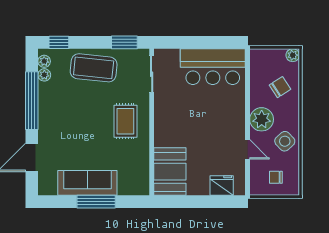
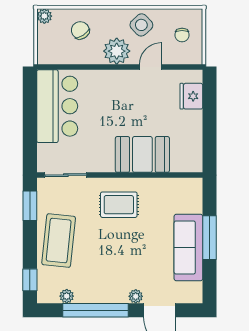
plant: (44, 61) -> (136, 296), moved
booth: (170, 172) -> (142, 154), moved

